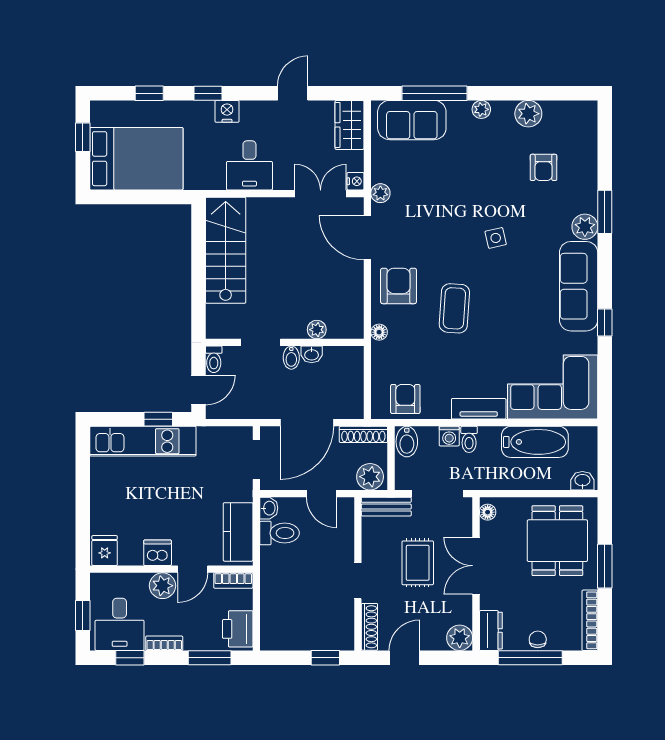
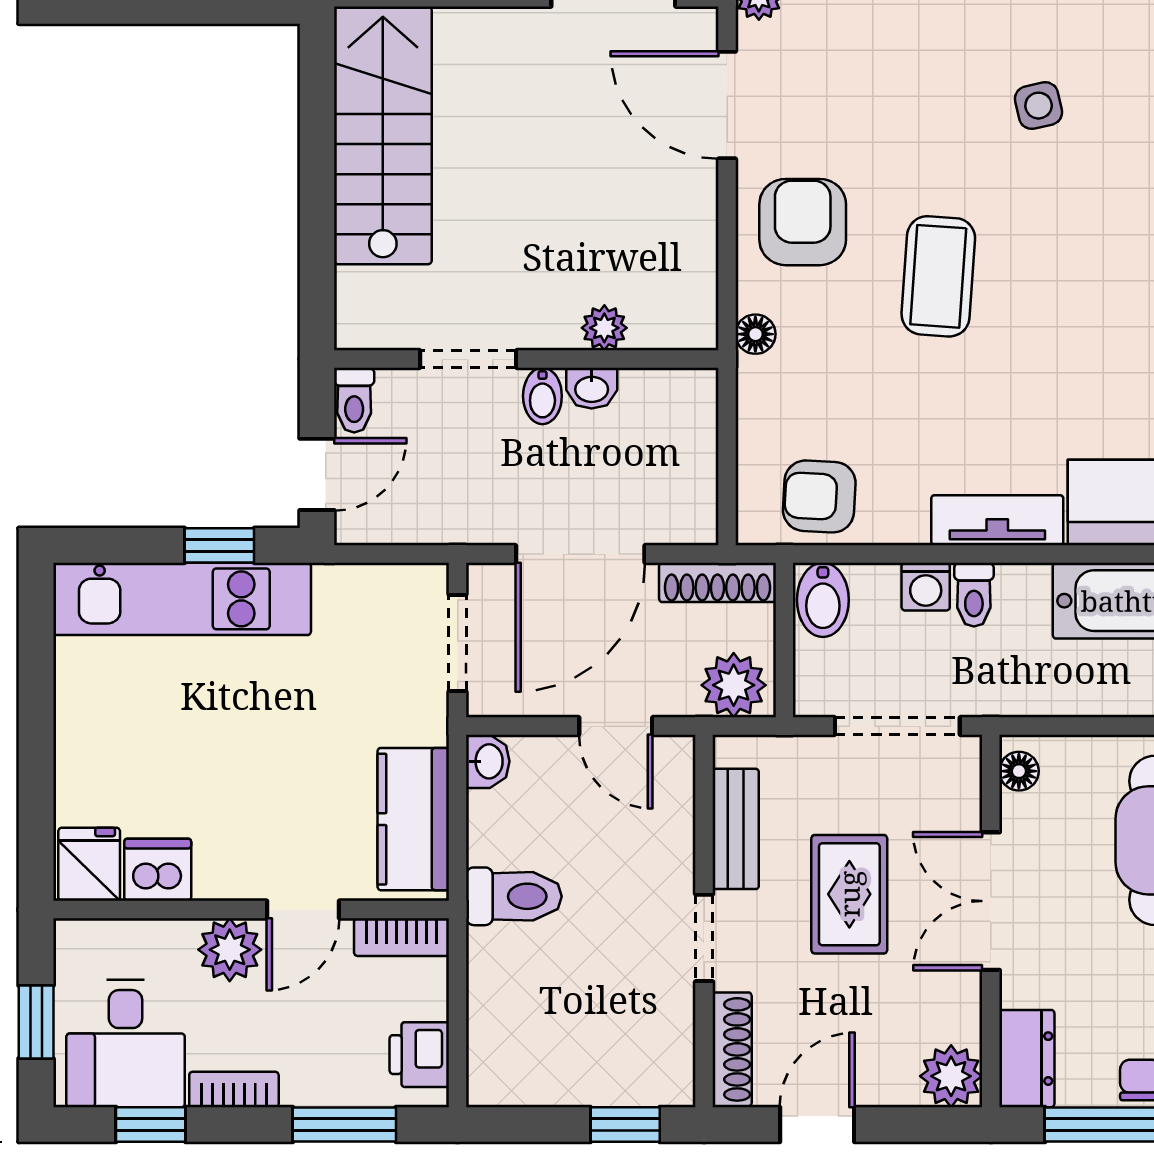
armchair: (405, 399) -> (819, 496), turned -87
bench: (386, 507) -> (736, 829), moved, turned 90
toilet: (280, 533) -> (514, 896), moved
dishwasher: (158, 553) -> (158, 870), moved
printer: (238, 629) -> (419, 1055), width x0.73, depth x0.81

